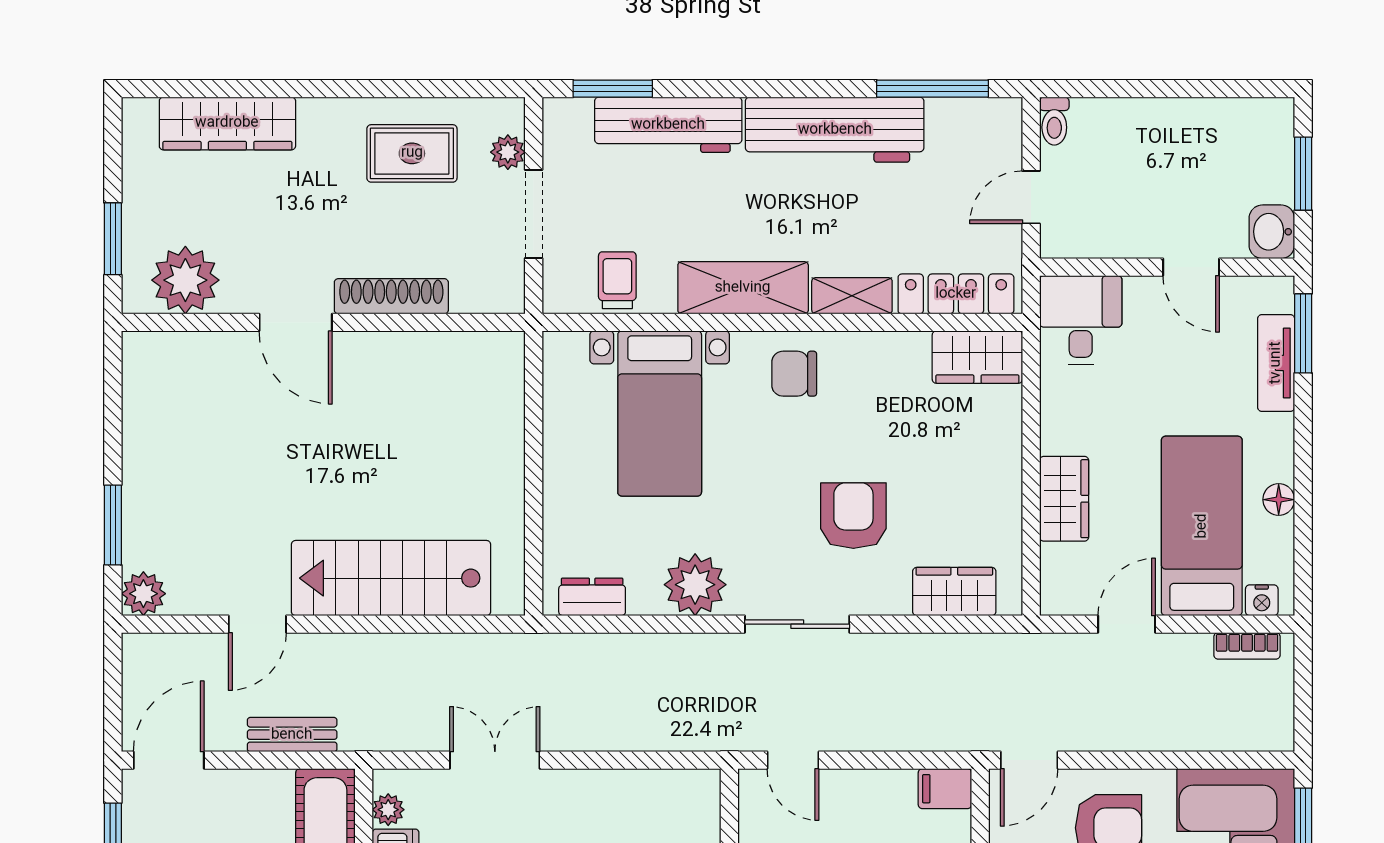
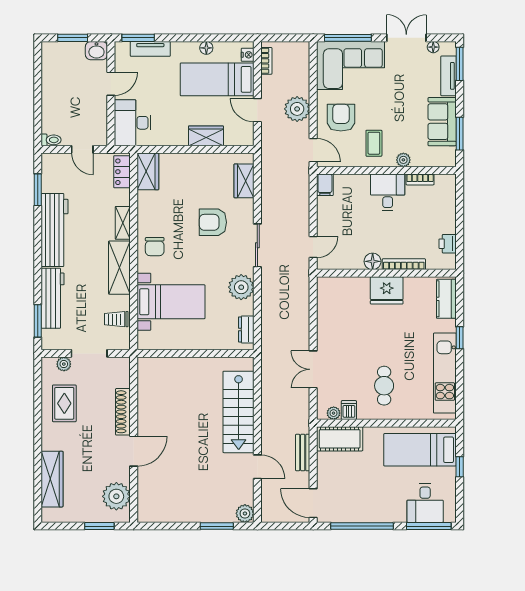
window: (933, 89) -> (38, 190), width x0.69
locker: (956, 294) -> (122, 172), width x0.66
desk: (1081, 320) -> (133, 123), width x1.37
plant: (1130, 721) -> (297, 109), added

